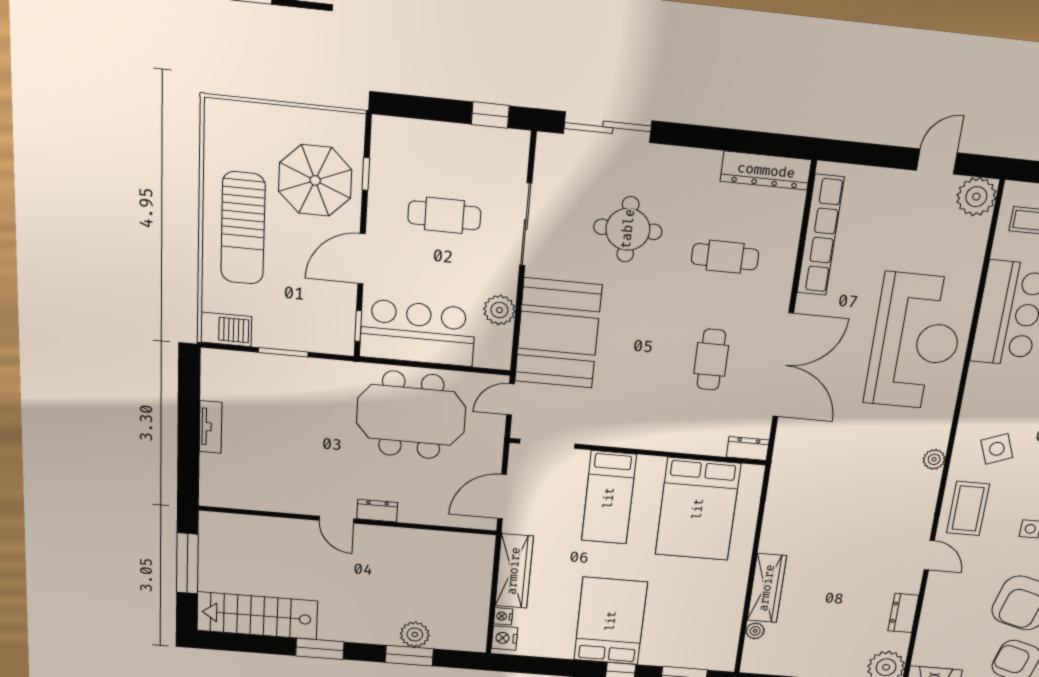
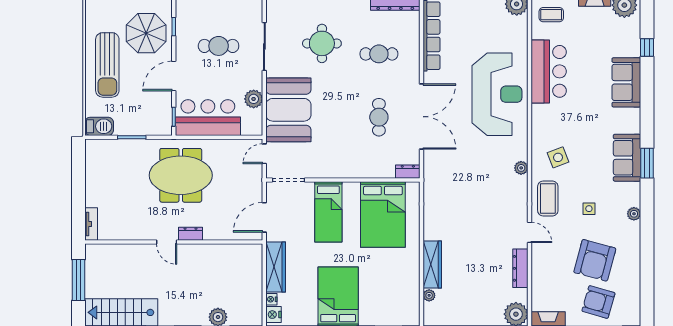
meeting table: (411, 415) -> (181, 175), moved
tv unit: (211, 427) -> (91, 224), moved
dresser: (903, 613) -> (520, 268), width x1.44

